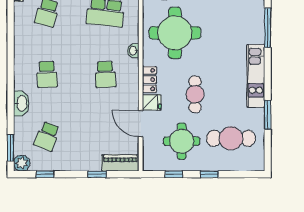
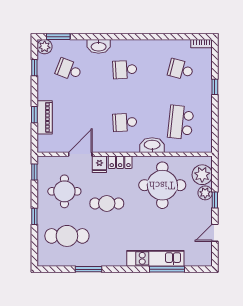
washbasin: (133, 51) -> (152, 145), width x1.91, depth x1.45
kitchen unit: (256, 76) -> (155, 258), moved
cafe table: (231, 138) -> (67, 236), turned 90
piano: (120, 163) -> (45, 117), moved
window: (174, 174) -> (34, 172), moved

